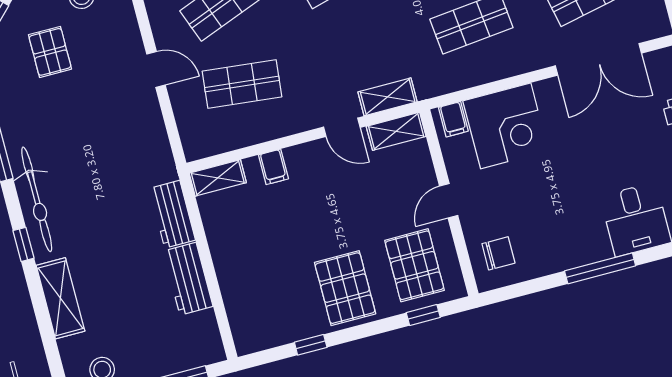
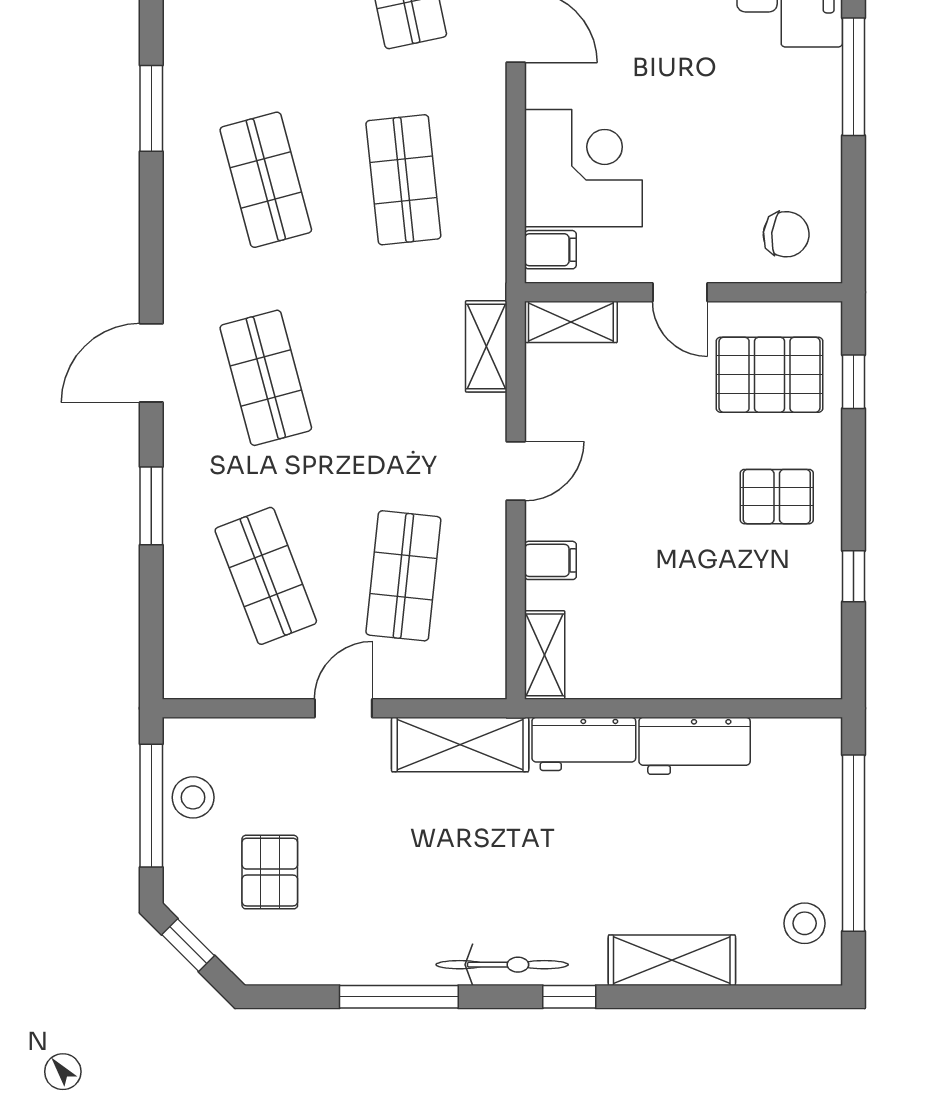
pallet: (50, 52) -> (270, 872), turned 90
door: (342, 127) -> (516, 471), moved
shelving: (396, 131) -> (571, 322), moved, turned 90
shelving: (153, 143) -> (460, 745), added
bicycle: (37, 199) -> (502, 965), width x0.73, depth x0.71
chair: (498, 253) -> (786, 234), turned 96
pallet: (345, 288) -> (777, 497), width x0.67, depth x0.71

